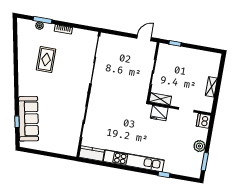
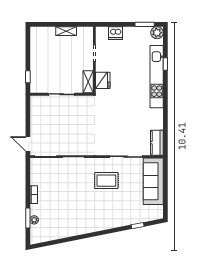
door: (144, 38) -> (28, 144), moved
rug: (46, 60) -> (106, 181), moved
sofa: (28, 119) -> (153, 181), moved, turned -79
dishwasher: (204, 121) -> (116, 33), moved
plant: (199, 146) -> (157, 33), moved
kitchen unit: (134, 161) -> (157, 77), moved

